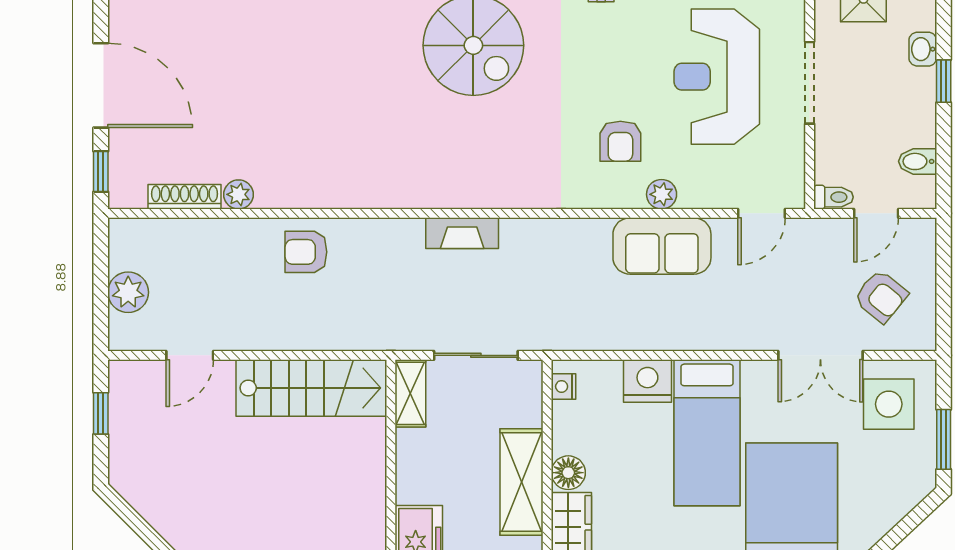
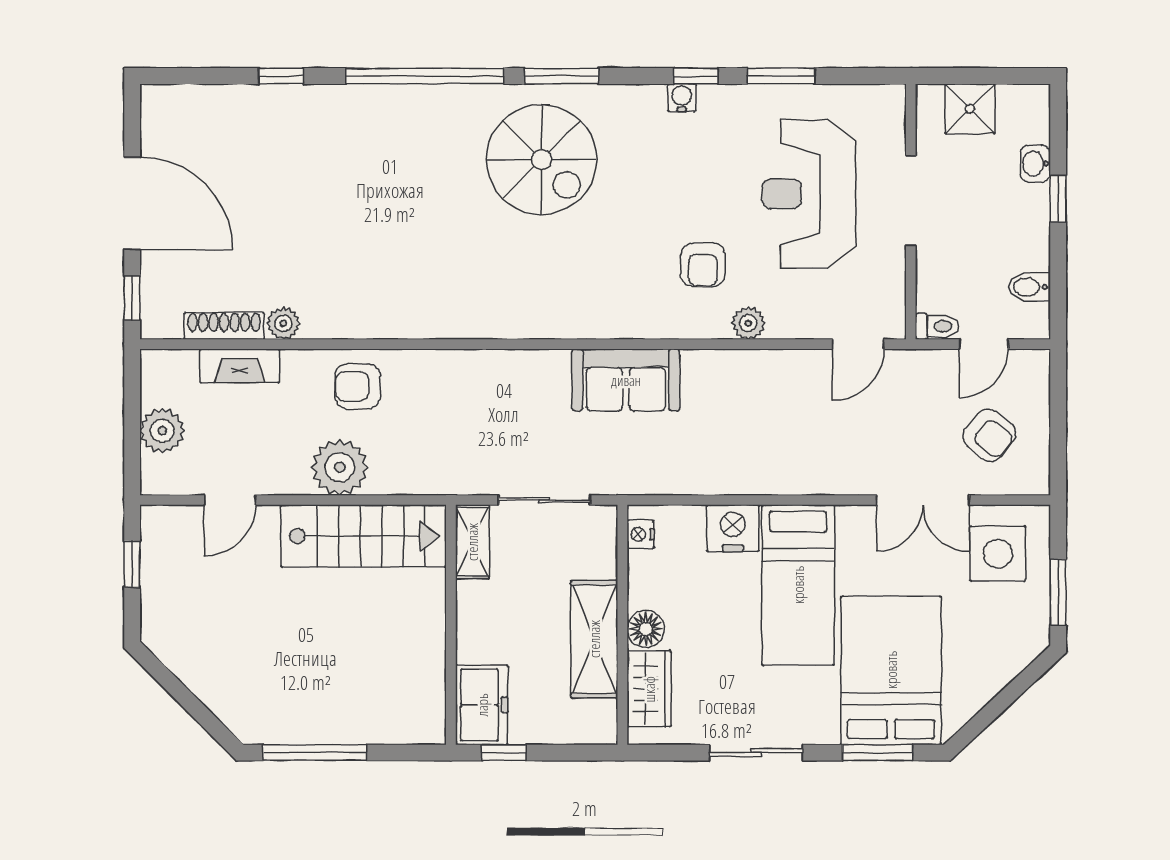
fireplace: (462, 233) -> (240, 366), moved
sofa: (662, 246) -> (626, 380), moved
plant: (290, 326) -> (340, 467), added

